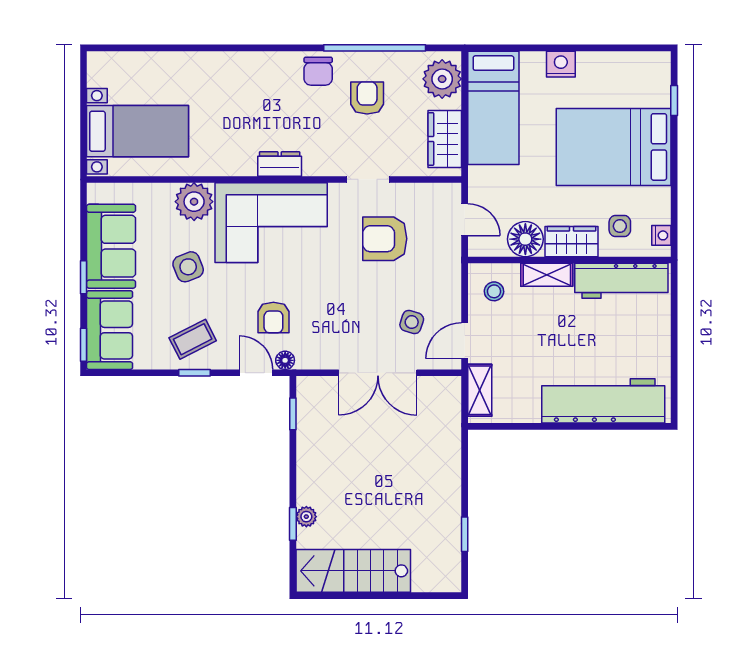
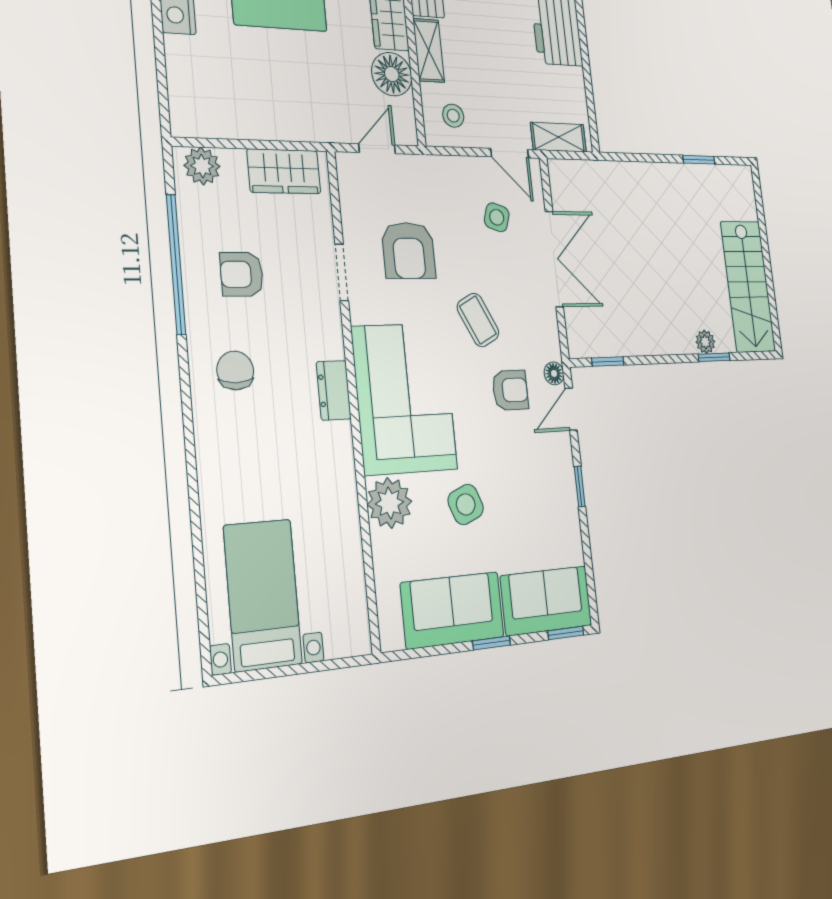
chair: (318, 71) -> (235, 370), moved, turned -90
plant: (442, 79) -> (202, 166), width x0.73, depth x0.73
bed: (493, 108) -> (240, 106), removed
bed with nightstands: (138, 131) -> (263, 595), moved
coffee table: (193, 339) -> (478, 320), moved

